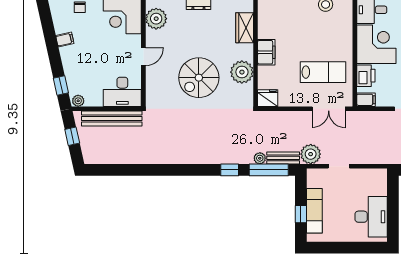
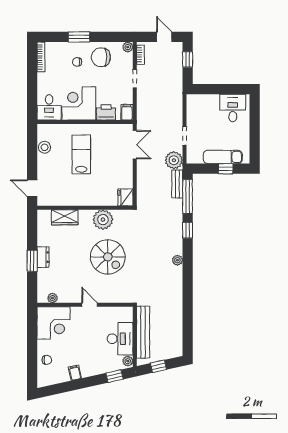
plant: (156, 19) -> (52, 298), width x0.53, depth x0.53
filing cabinet: (266, 52) -> (86, 199), removed
lab bench: (323, 72) -> (81, 154), moved
desk: (122, 92) -> (120, 339), moved
plant: (260, 158) -> (177, 260), moved
desk: (371, 217) -> (233, 108), width x0.73

